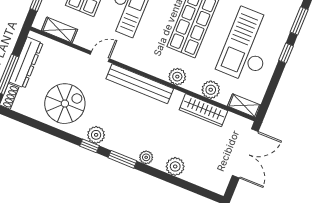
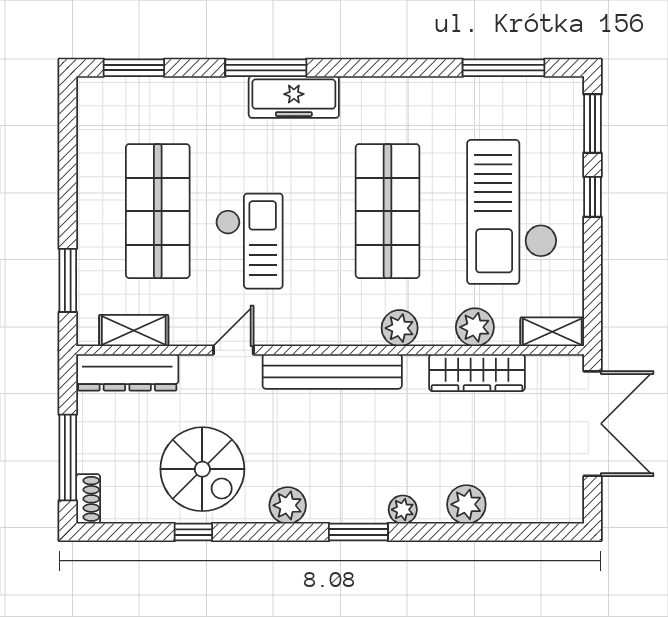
dresser: (26, 63) -> (127, 372), moved, turned 90
spiral stairs: (65, 104) -> (202, 469), turned 90
window: (89, 146) -> (193, 532), moved

